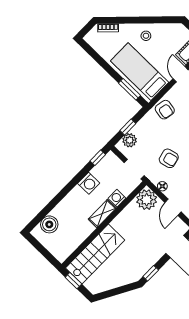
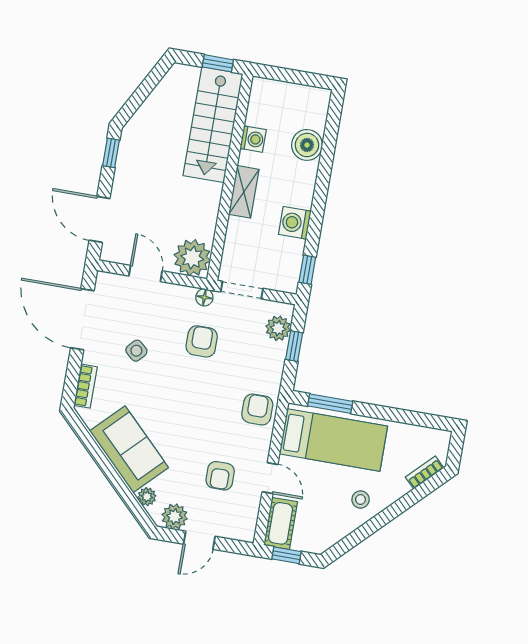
armchair: (165, 110) -> (257, 409), turned 80
armchair: (169, 158) -> (202, 341), turned 104
floor lamp: (162, 186) -> (204, 297), moved
washing machine: (117, 198) -> (253, 139), moved
boiler: (49, 224) -> (307, 145), moved

